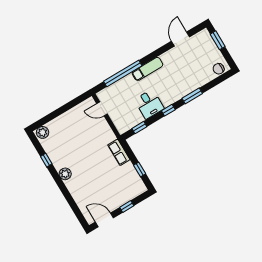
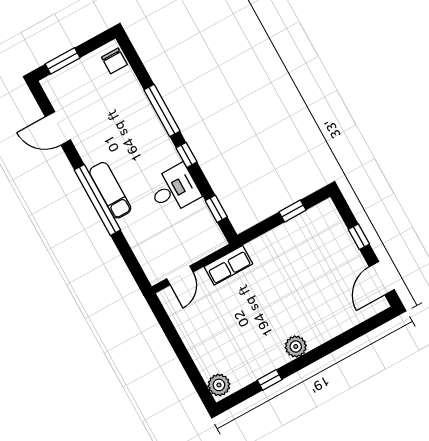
window: (123, 74) -> (97, 200), moved
window: (192, 96) -> (162, 110), width x1.44
row of seats: (119, 152) -> (228, 265), moved

